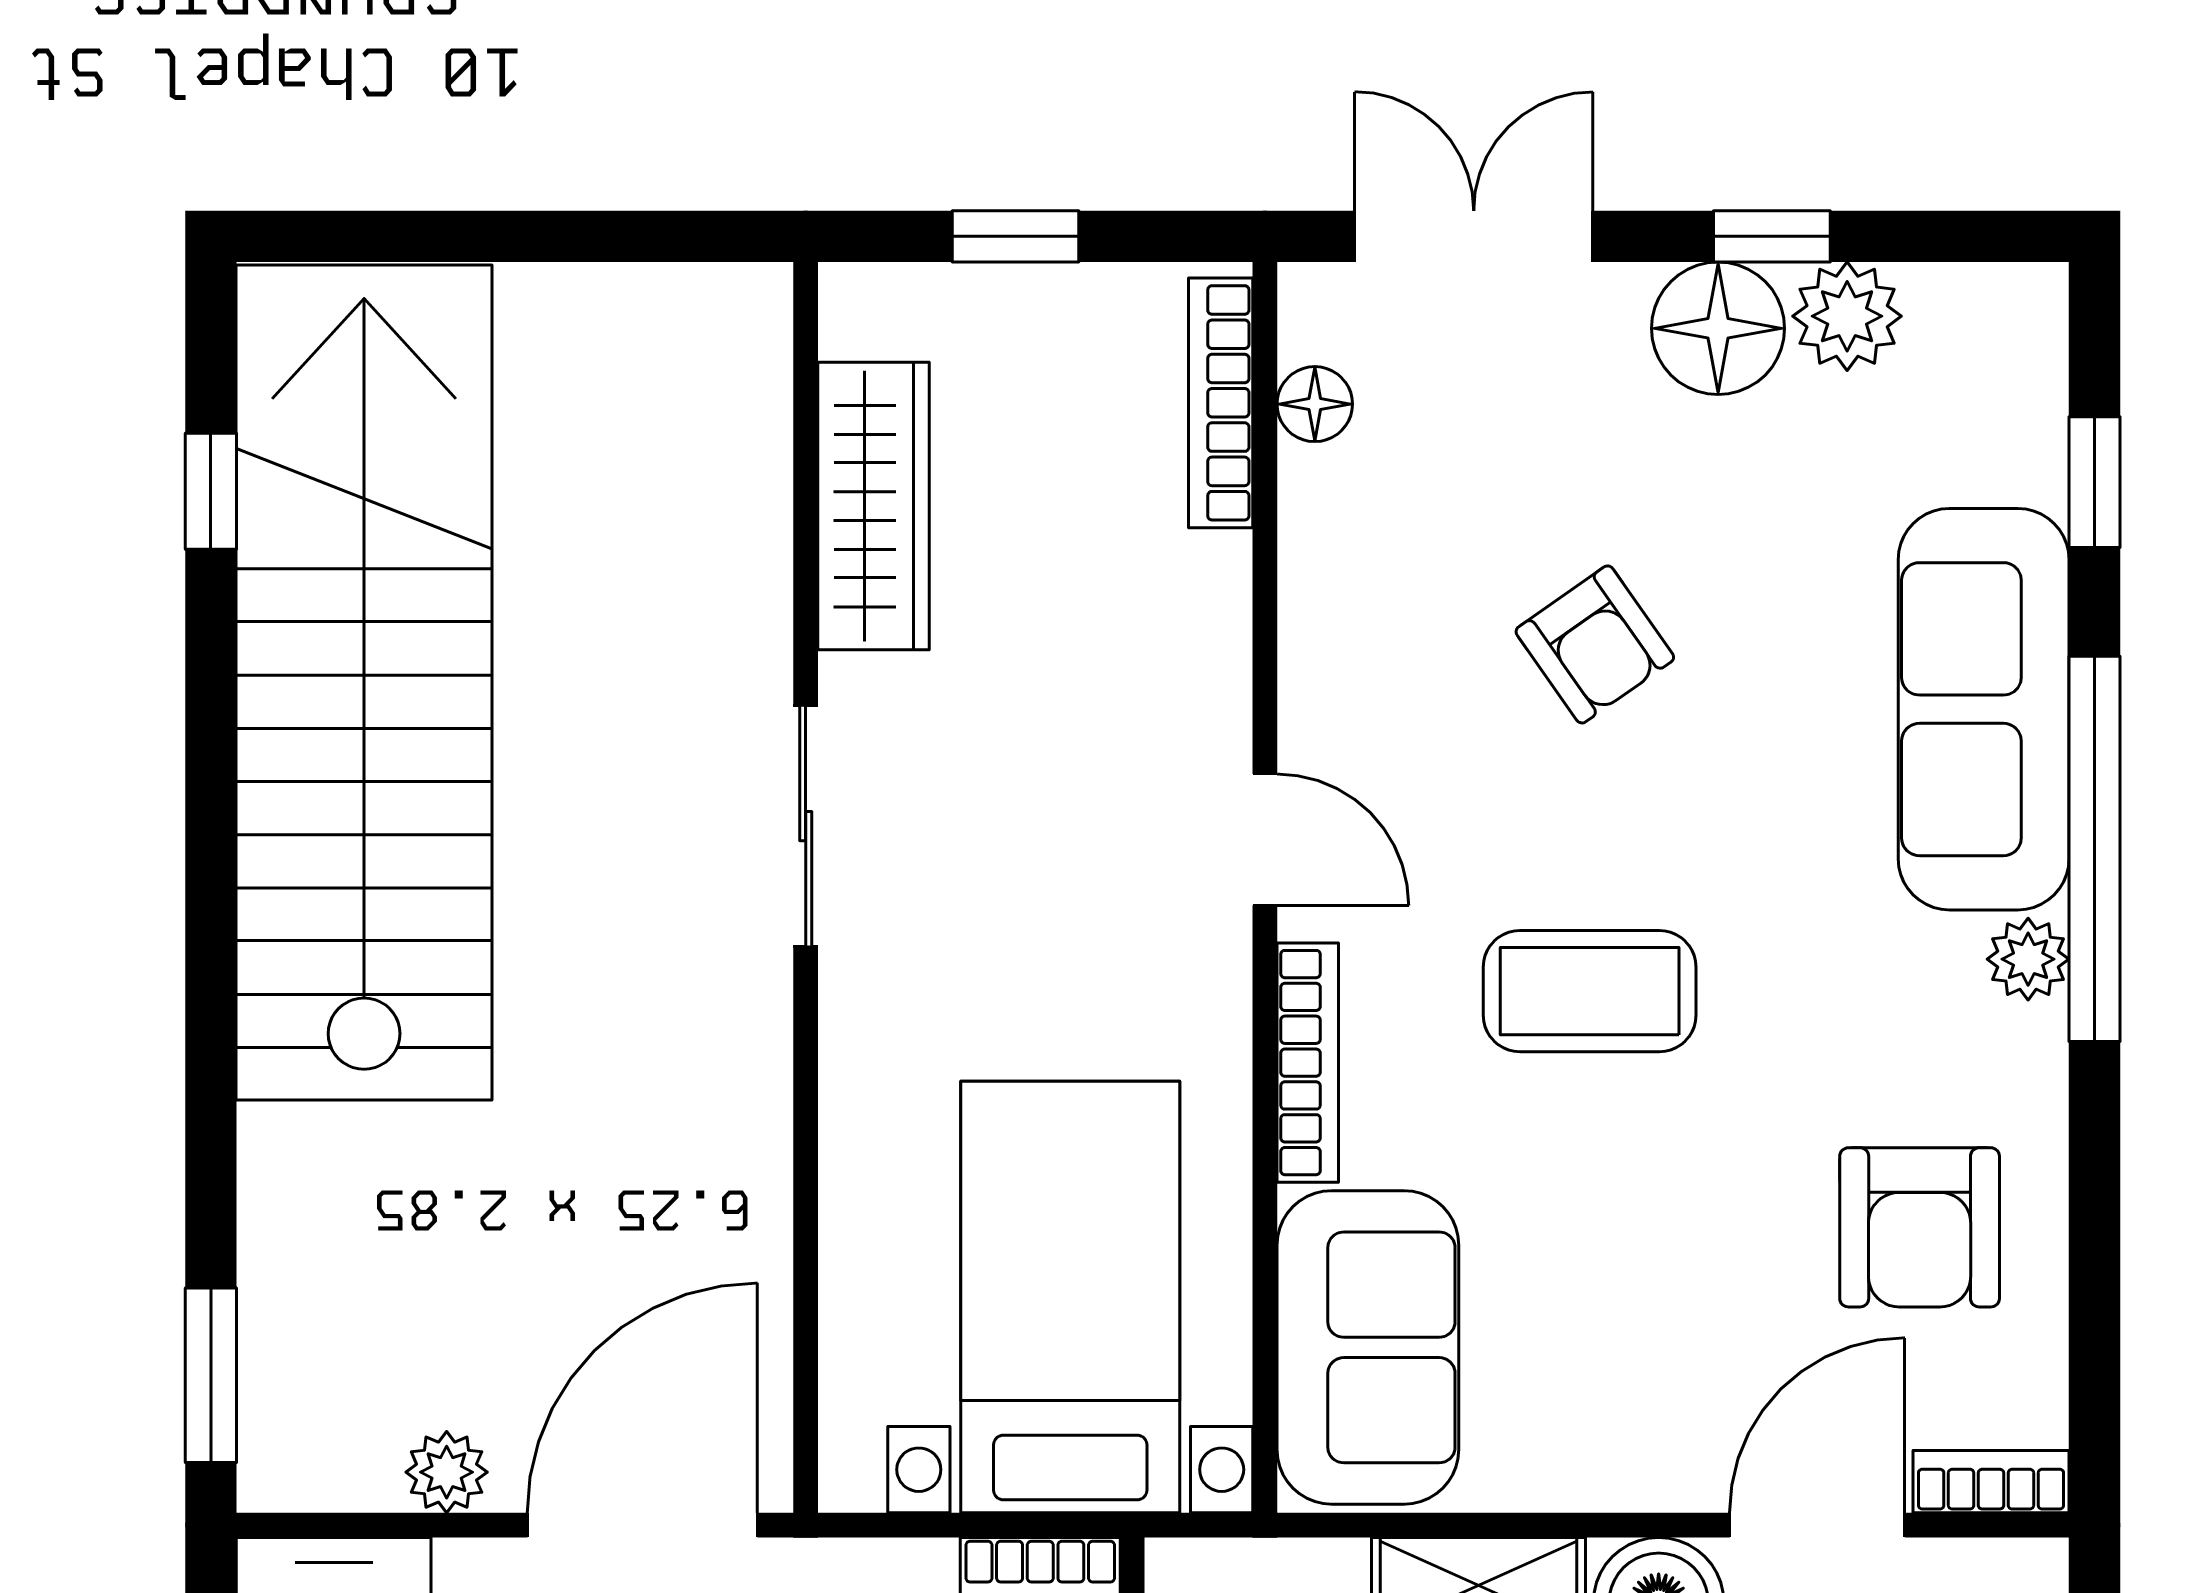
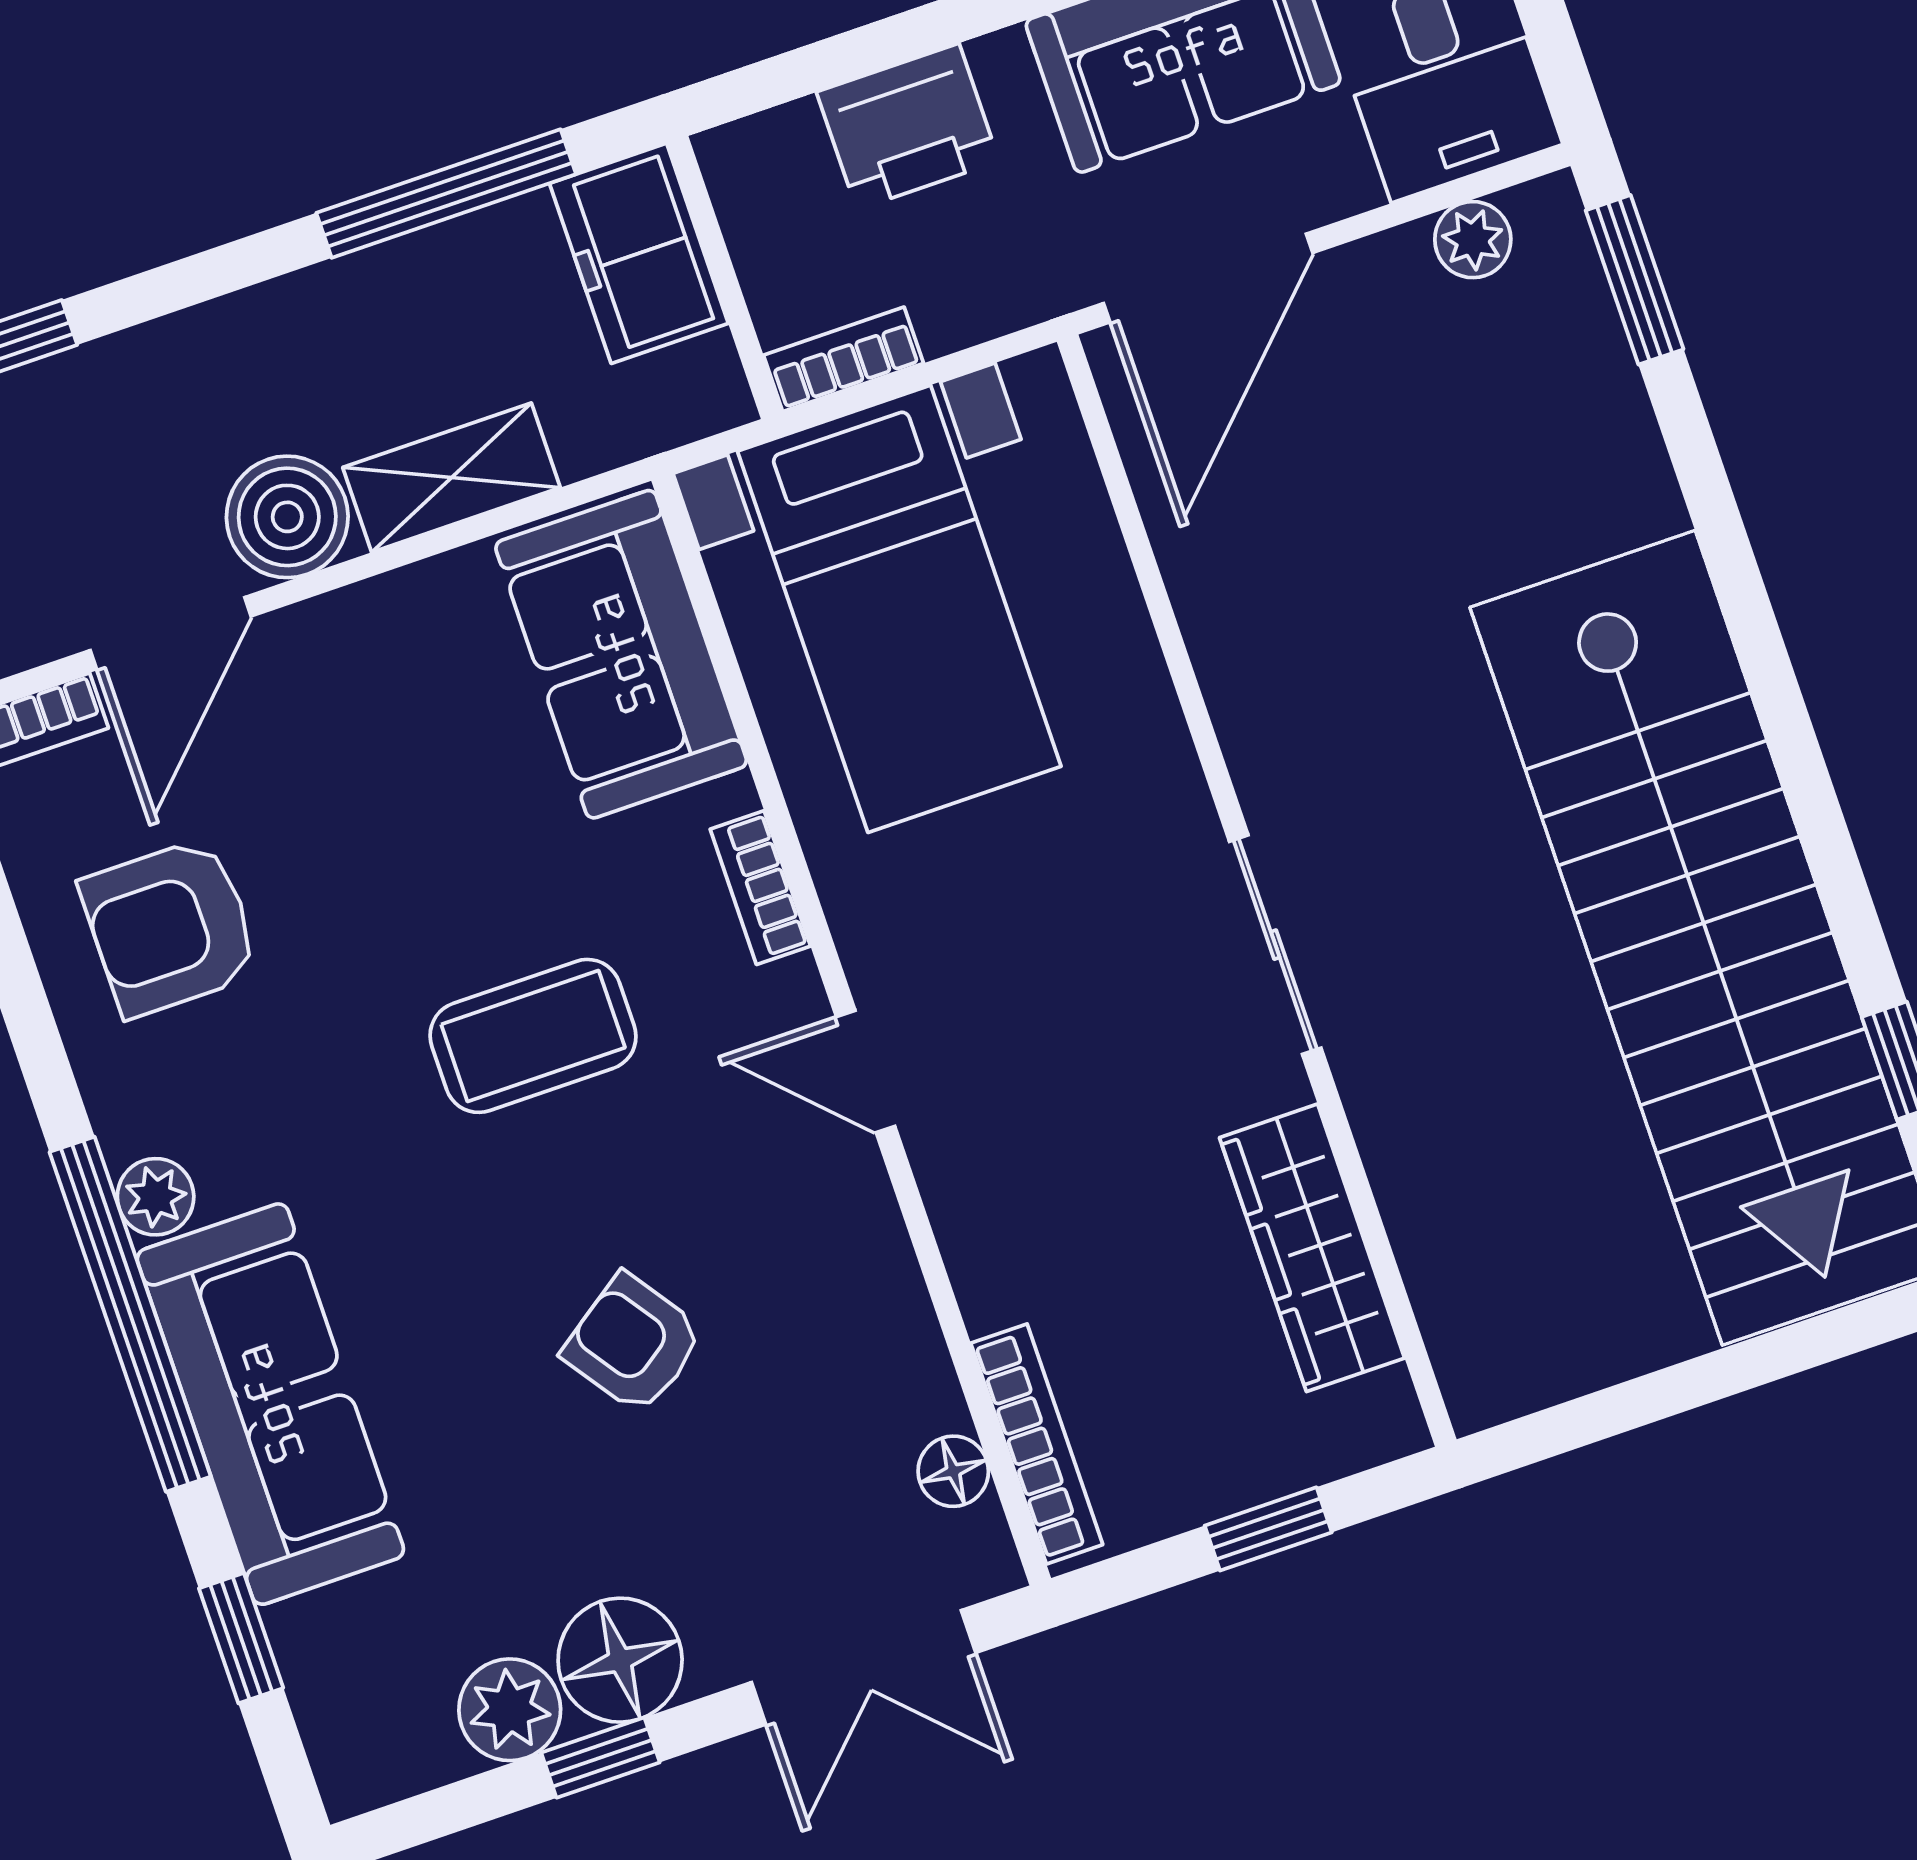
bookcase: (1308, 1063) -> (760, 888), width x0.64
armchair: (1920, 1227) -> (170, 927), turned -90
plant: (447, 1472) -> (1473, 240), moved

